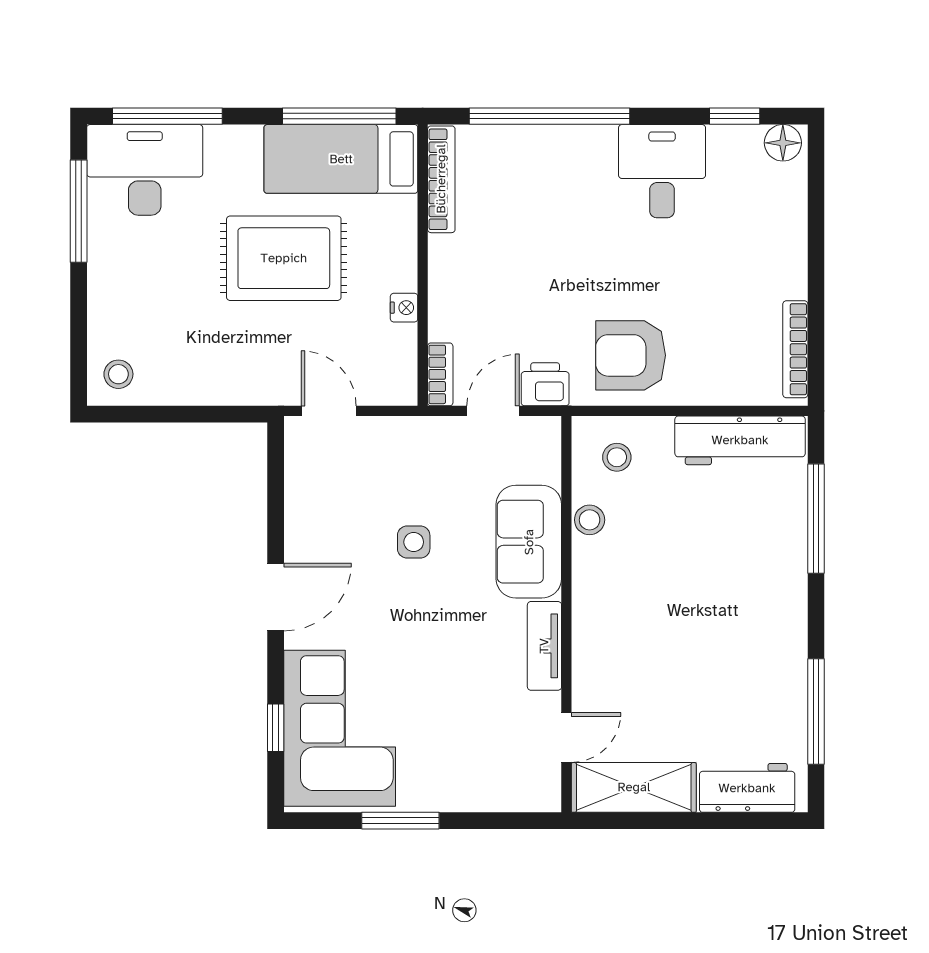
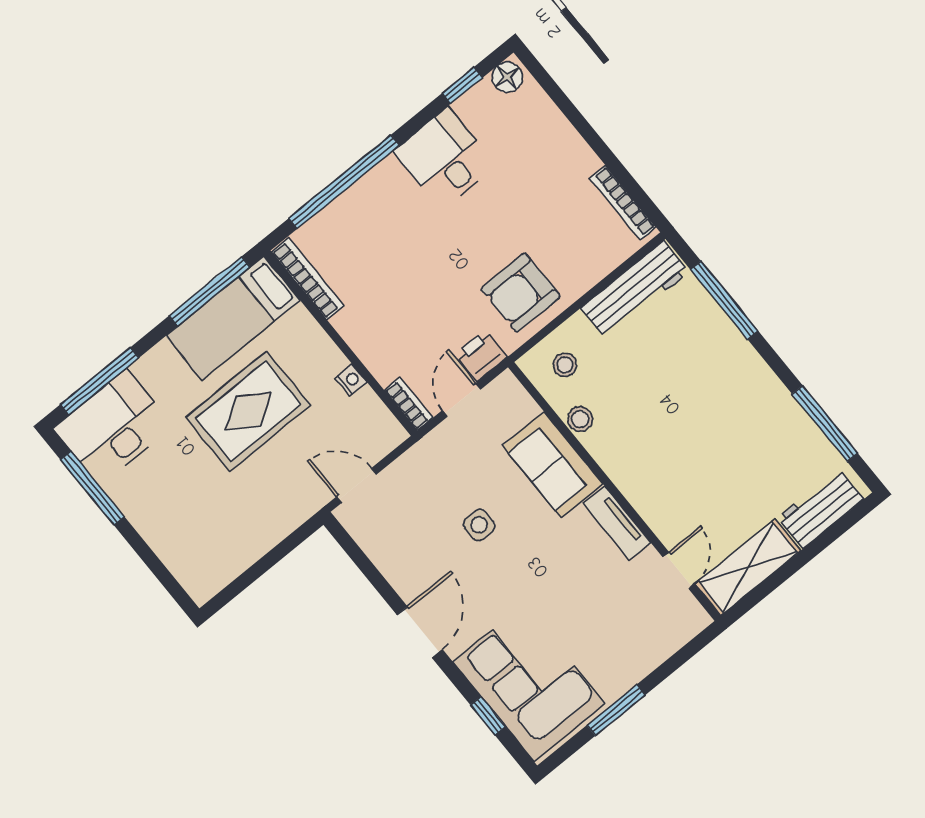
stool: (118, 374) -> (203, 572), removed

